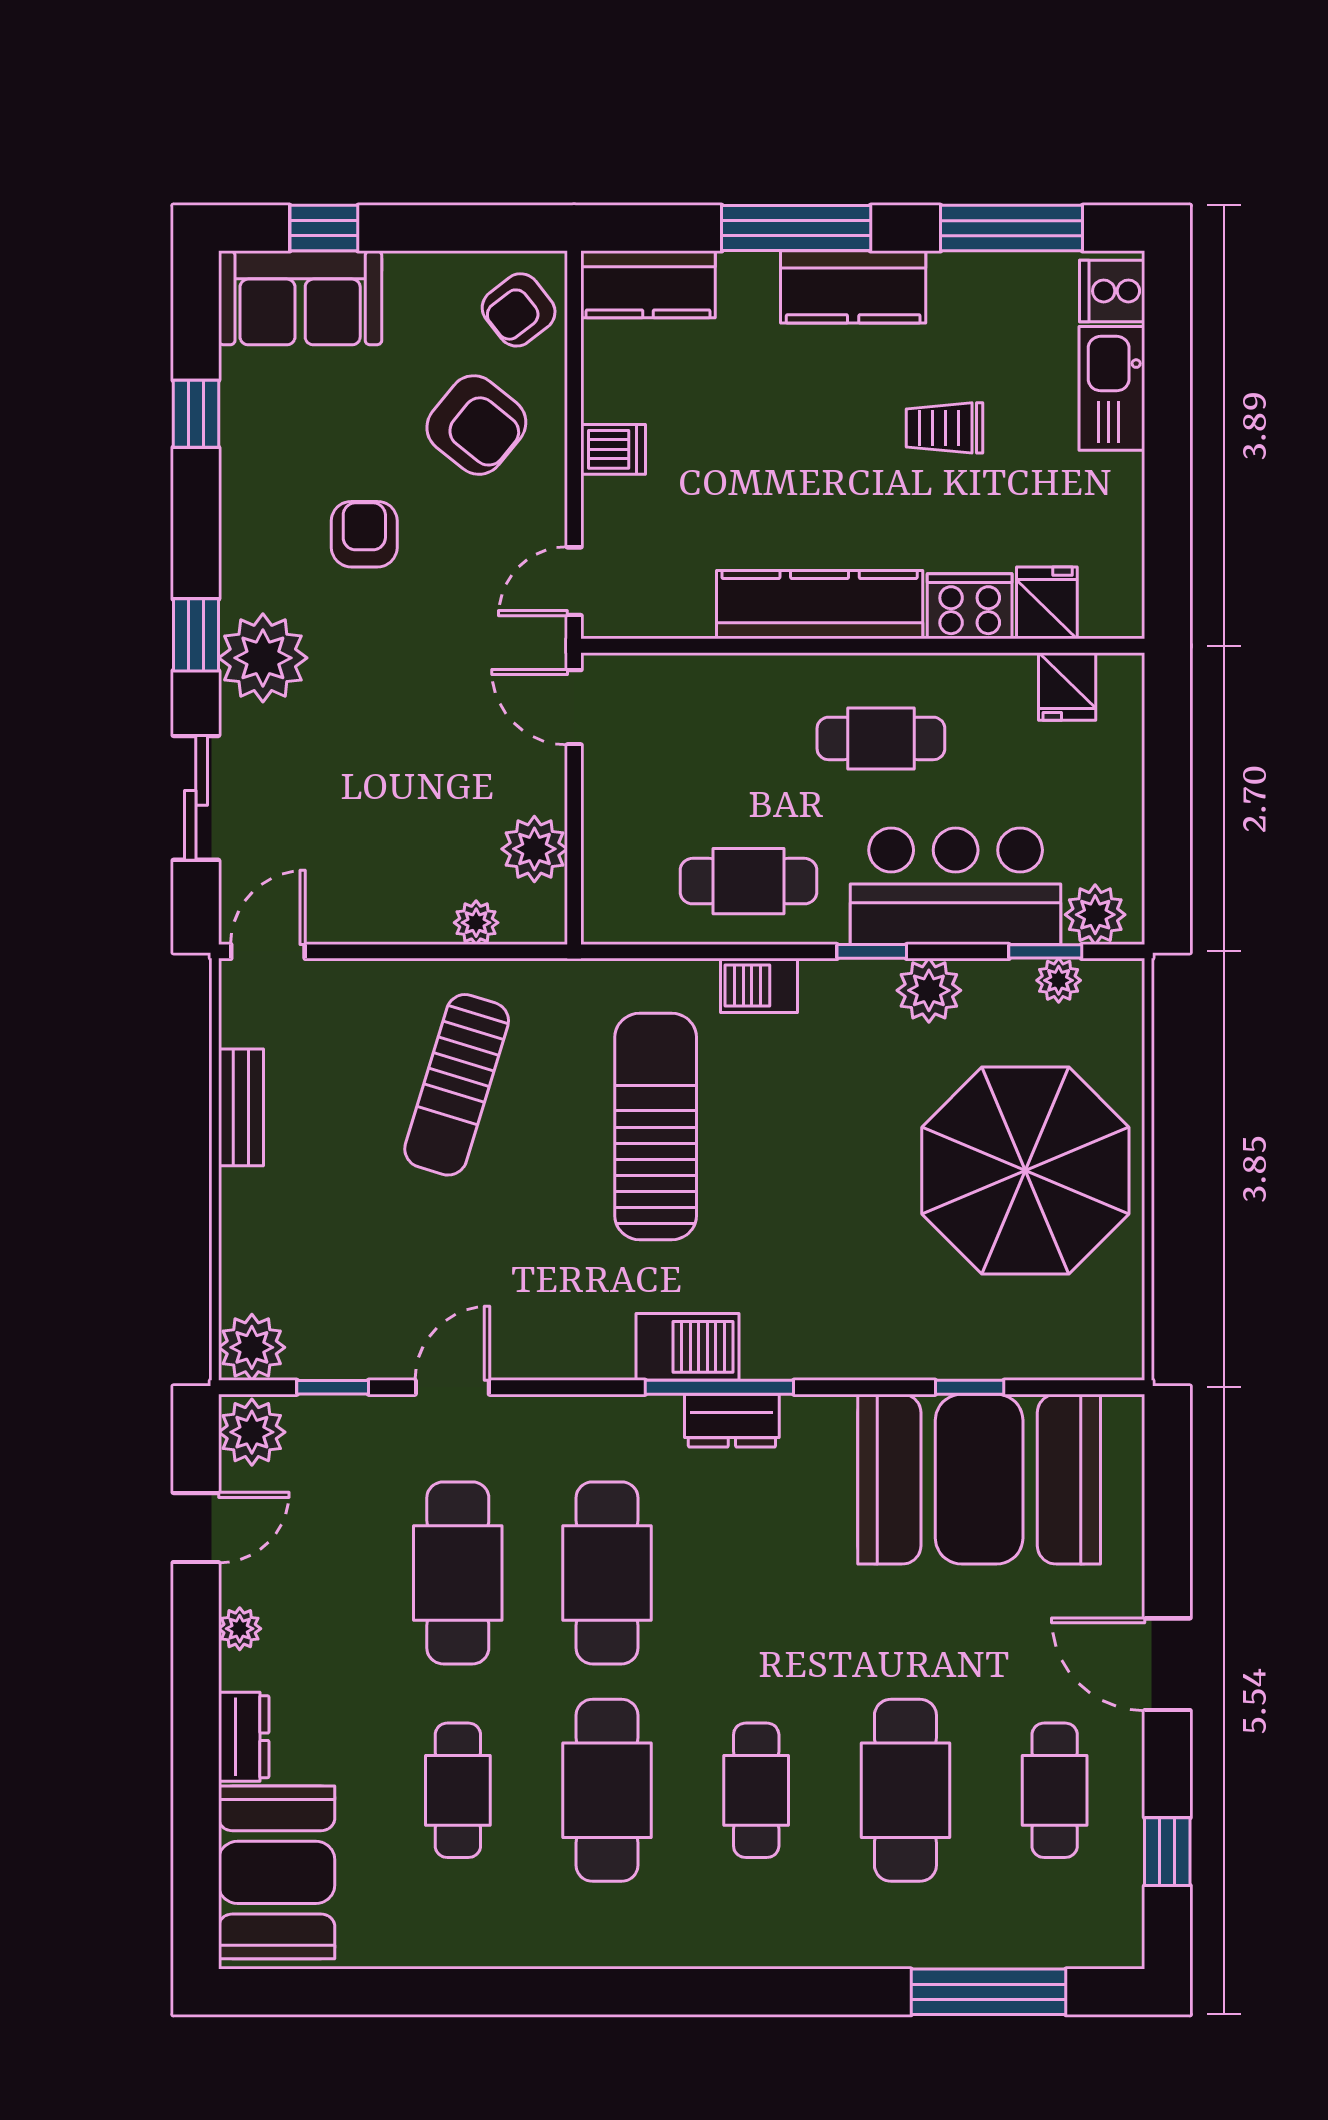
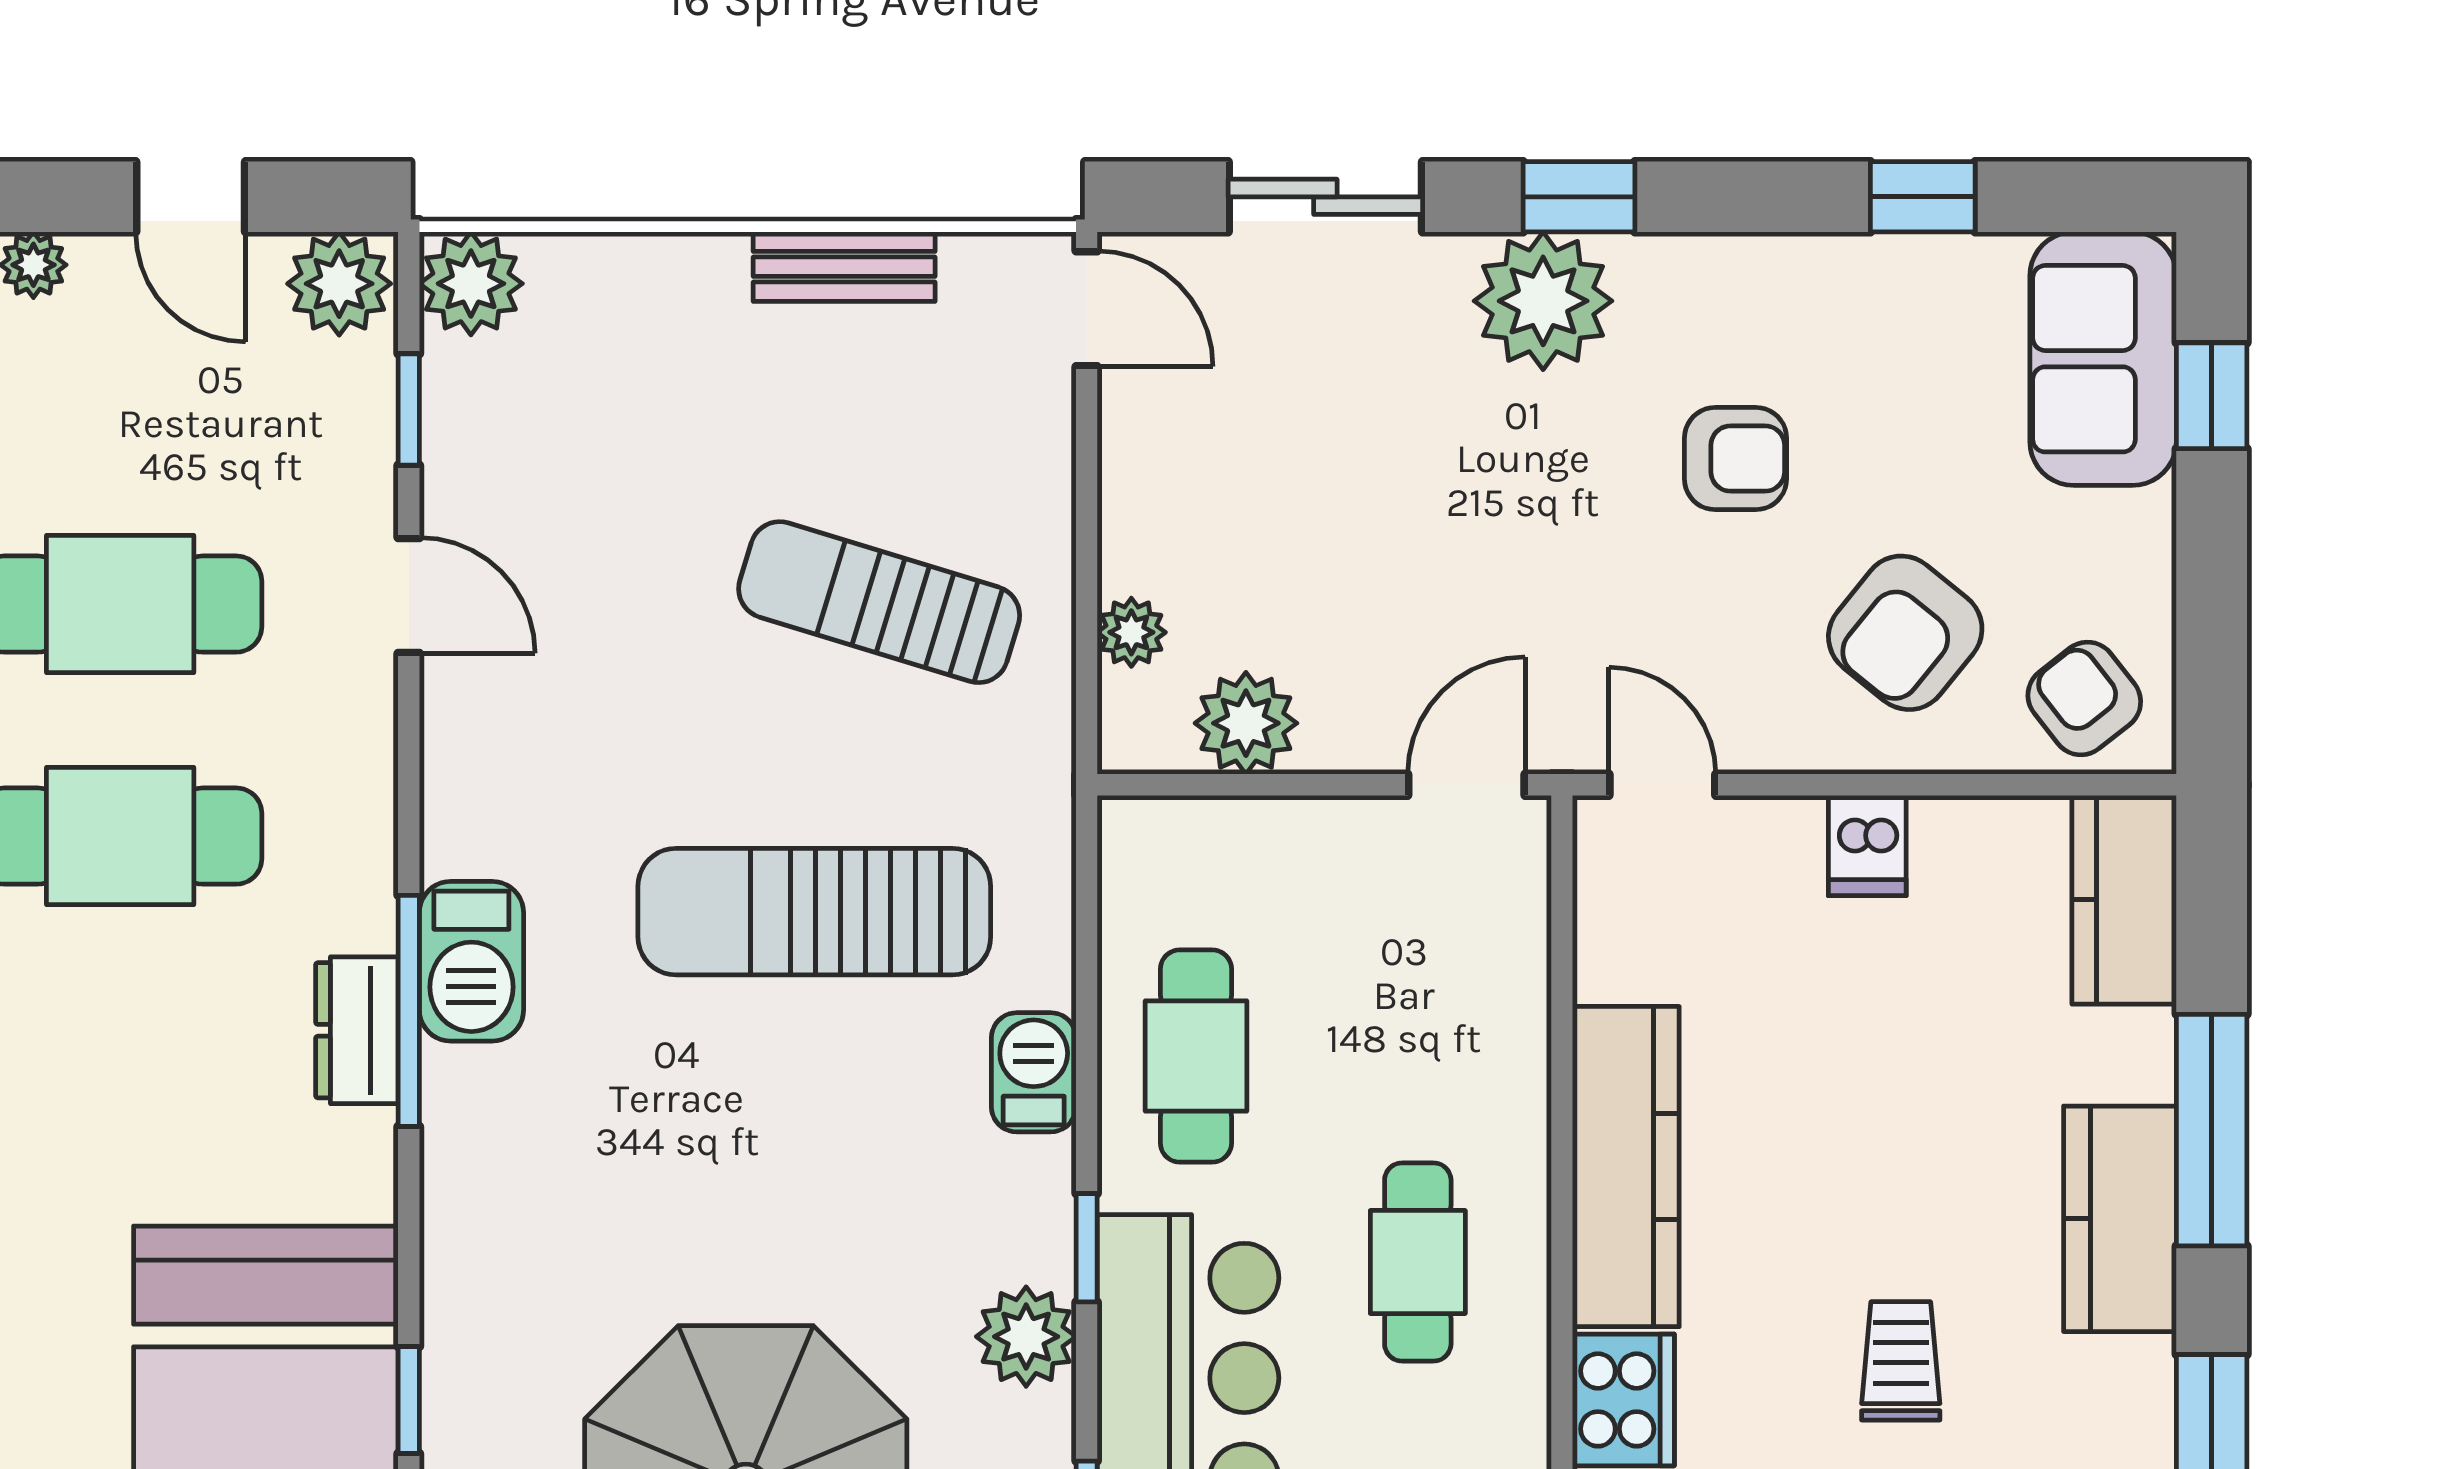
sun lounger: (656, 1127) -> (814, 912), turned 180

